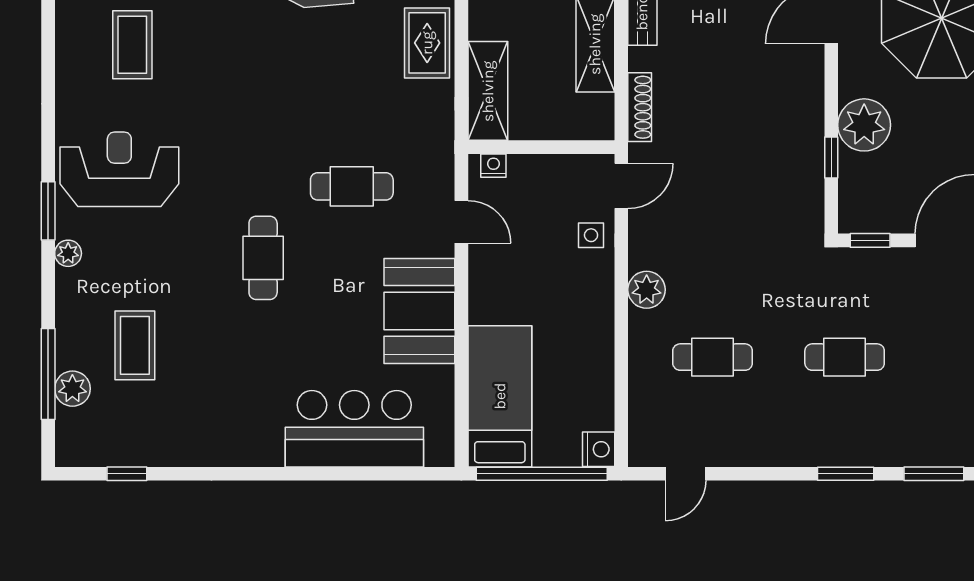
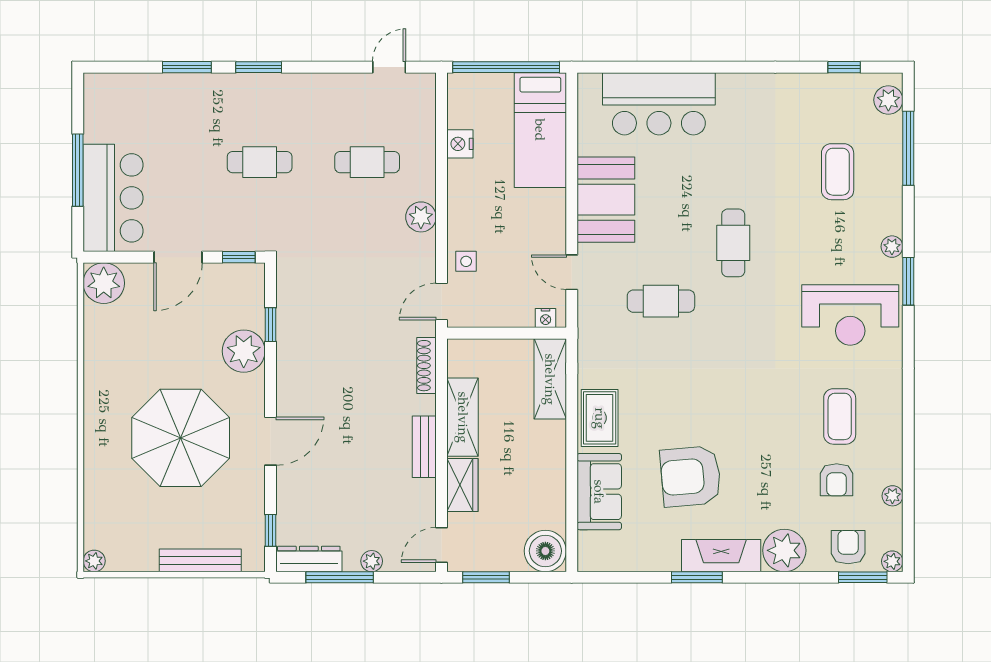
plant: (72, 389) -> (888, 100), moved
nightstand: (599, 449) -> (460, 144), moved

